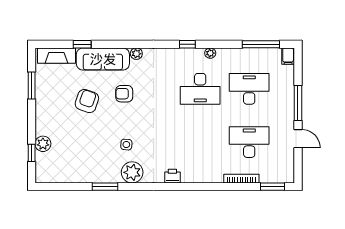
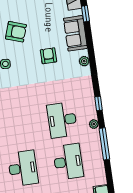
window: (261, 44) -> (104, 144), moved
sofa: (103, 59) -> (75, 33), width x0.73
armchair: (87, 101) -> (16, 32), moved

